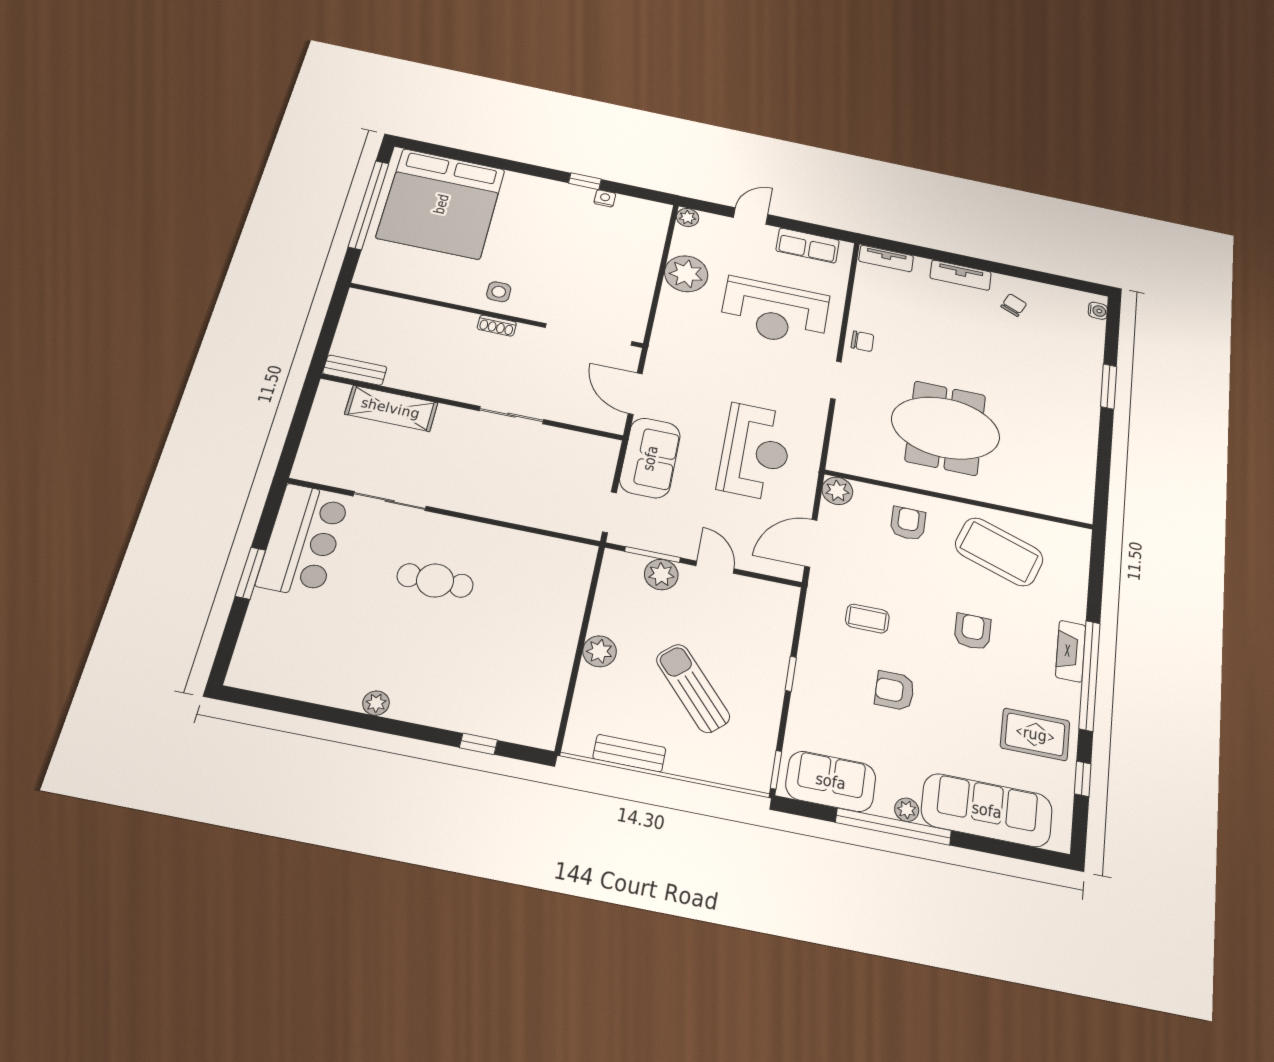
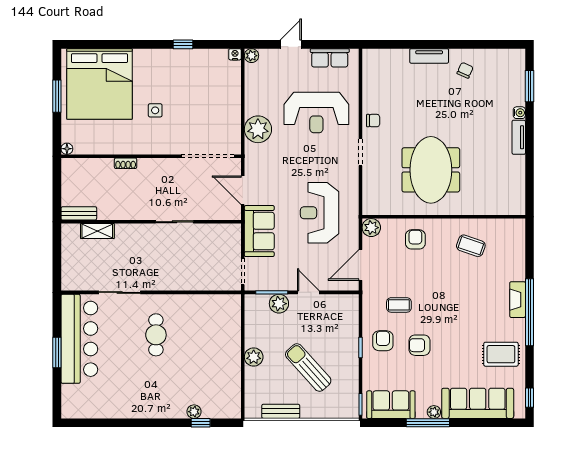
nightstand: (605, 198) -> (235, 54), moved
window: (369, 205) -> (57, 96), width x0.47
tv unit: (886, 258) -> (519, 137), moved, turned 90
plant: (686, 274) -> (258, 129), moved
floor lamp: (363, 277) -> (67, 149), added
side table: (499, 292) -> (155, 110), moved
water cooler: (1098, 311) -> (519, 113), moved
shoe rack: (497, 326) -> (126, 163), moved
window: (1109, 386) -> (530, 86), moved
shelving: (391, 408) -> (97, 231), width x0.67, depth x0.75
meeting table: (945, 428) -> (431, 170), turned 90
reception desk: (755, 452) -> (320, 213), turned 180
bar counter: (303, 540) -> (79, 339), width x1.36
coffee table: (999, 552) -> (471, 246), width x0.54, depth x0.58
cafe table: (435, 580) -> (156, 335), turned 90
armchair: (973, 632) -> (383, 341), moved
plant: (376, 703) -> (194, 412), moved
window: (1083, 779) -> (530, 398), moved
window: (893, 827) -> (428, 423), width x0.68

